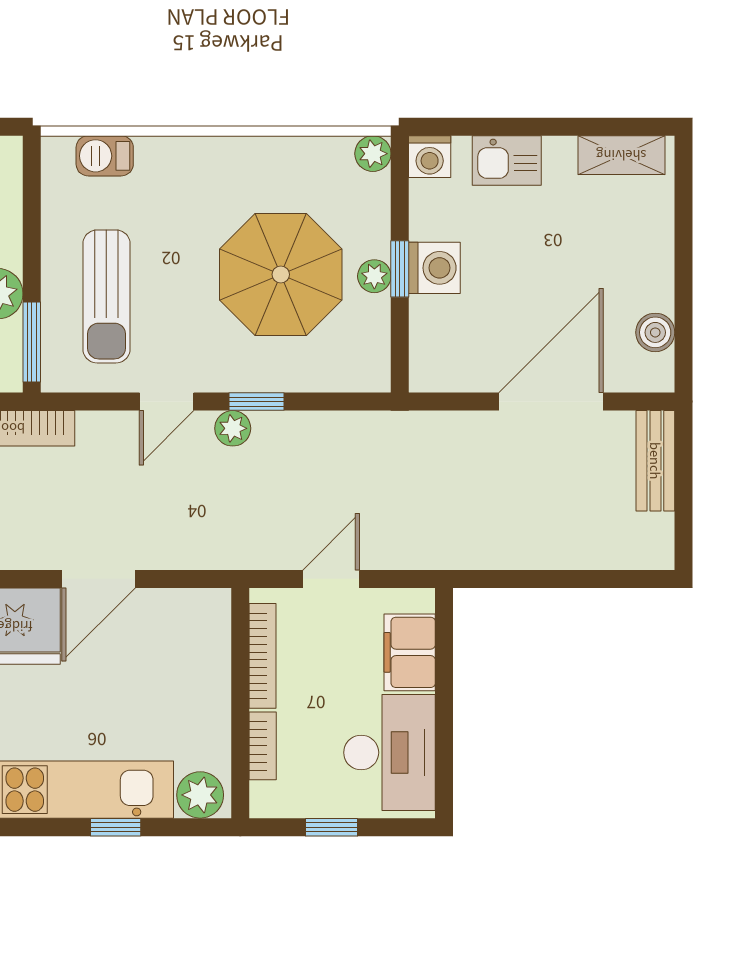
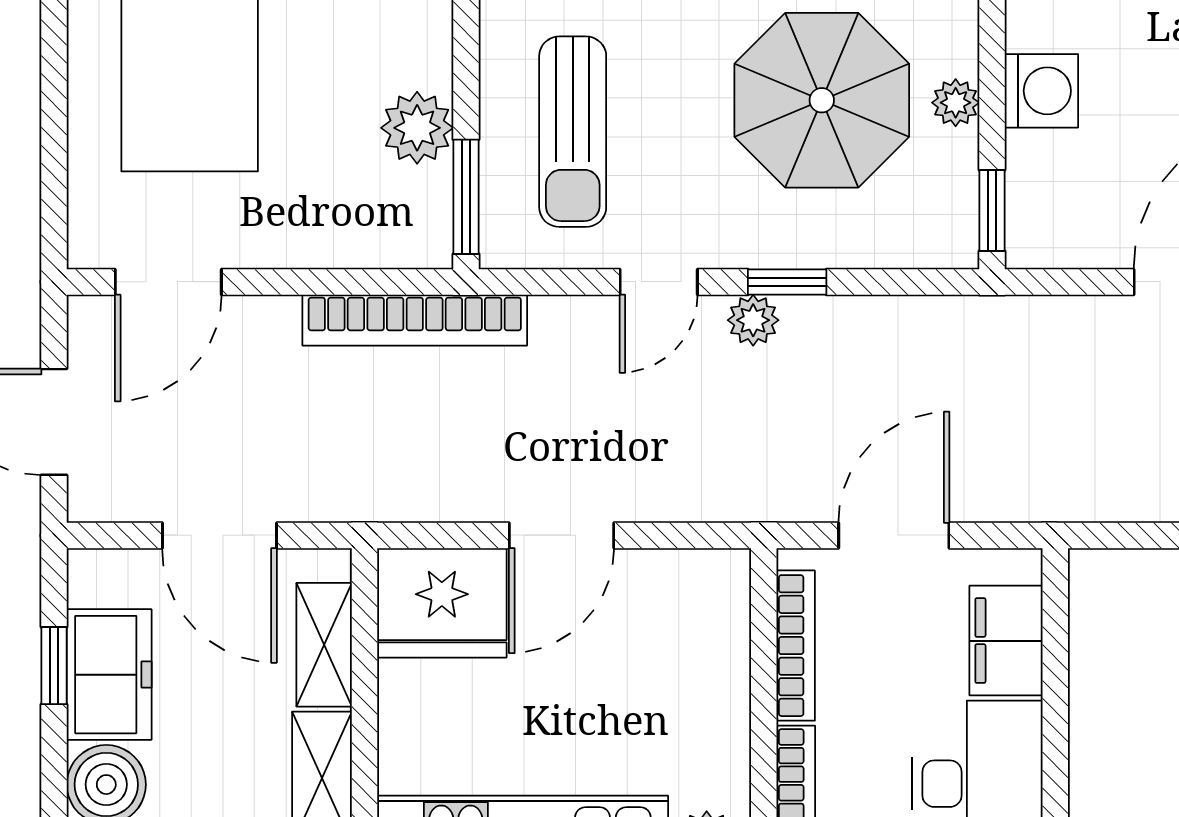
window: (400, 269) -> (992, 211), moved
door: (331, 579) -> (894, 535), width x1.38

